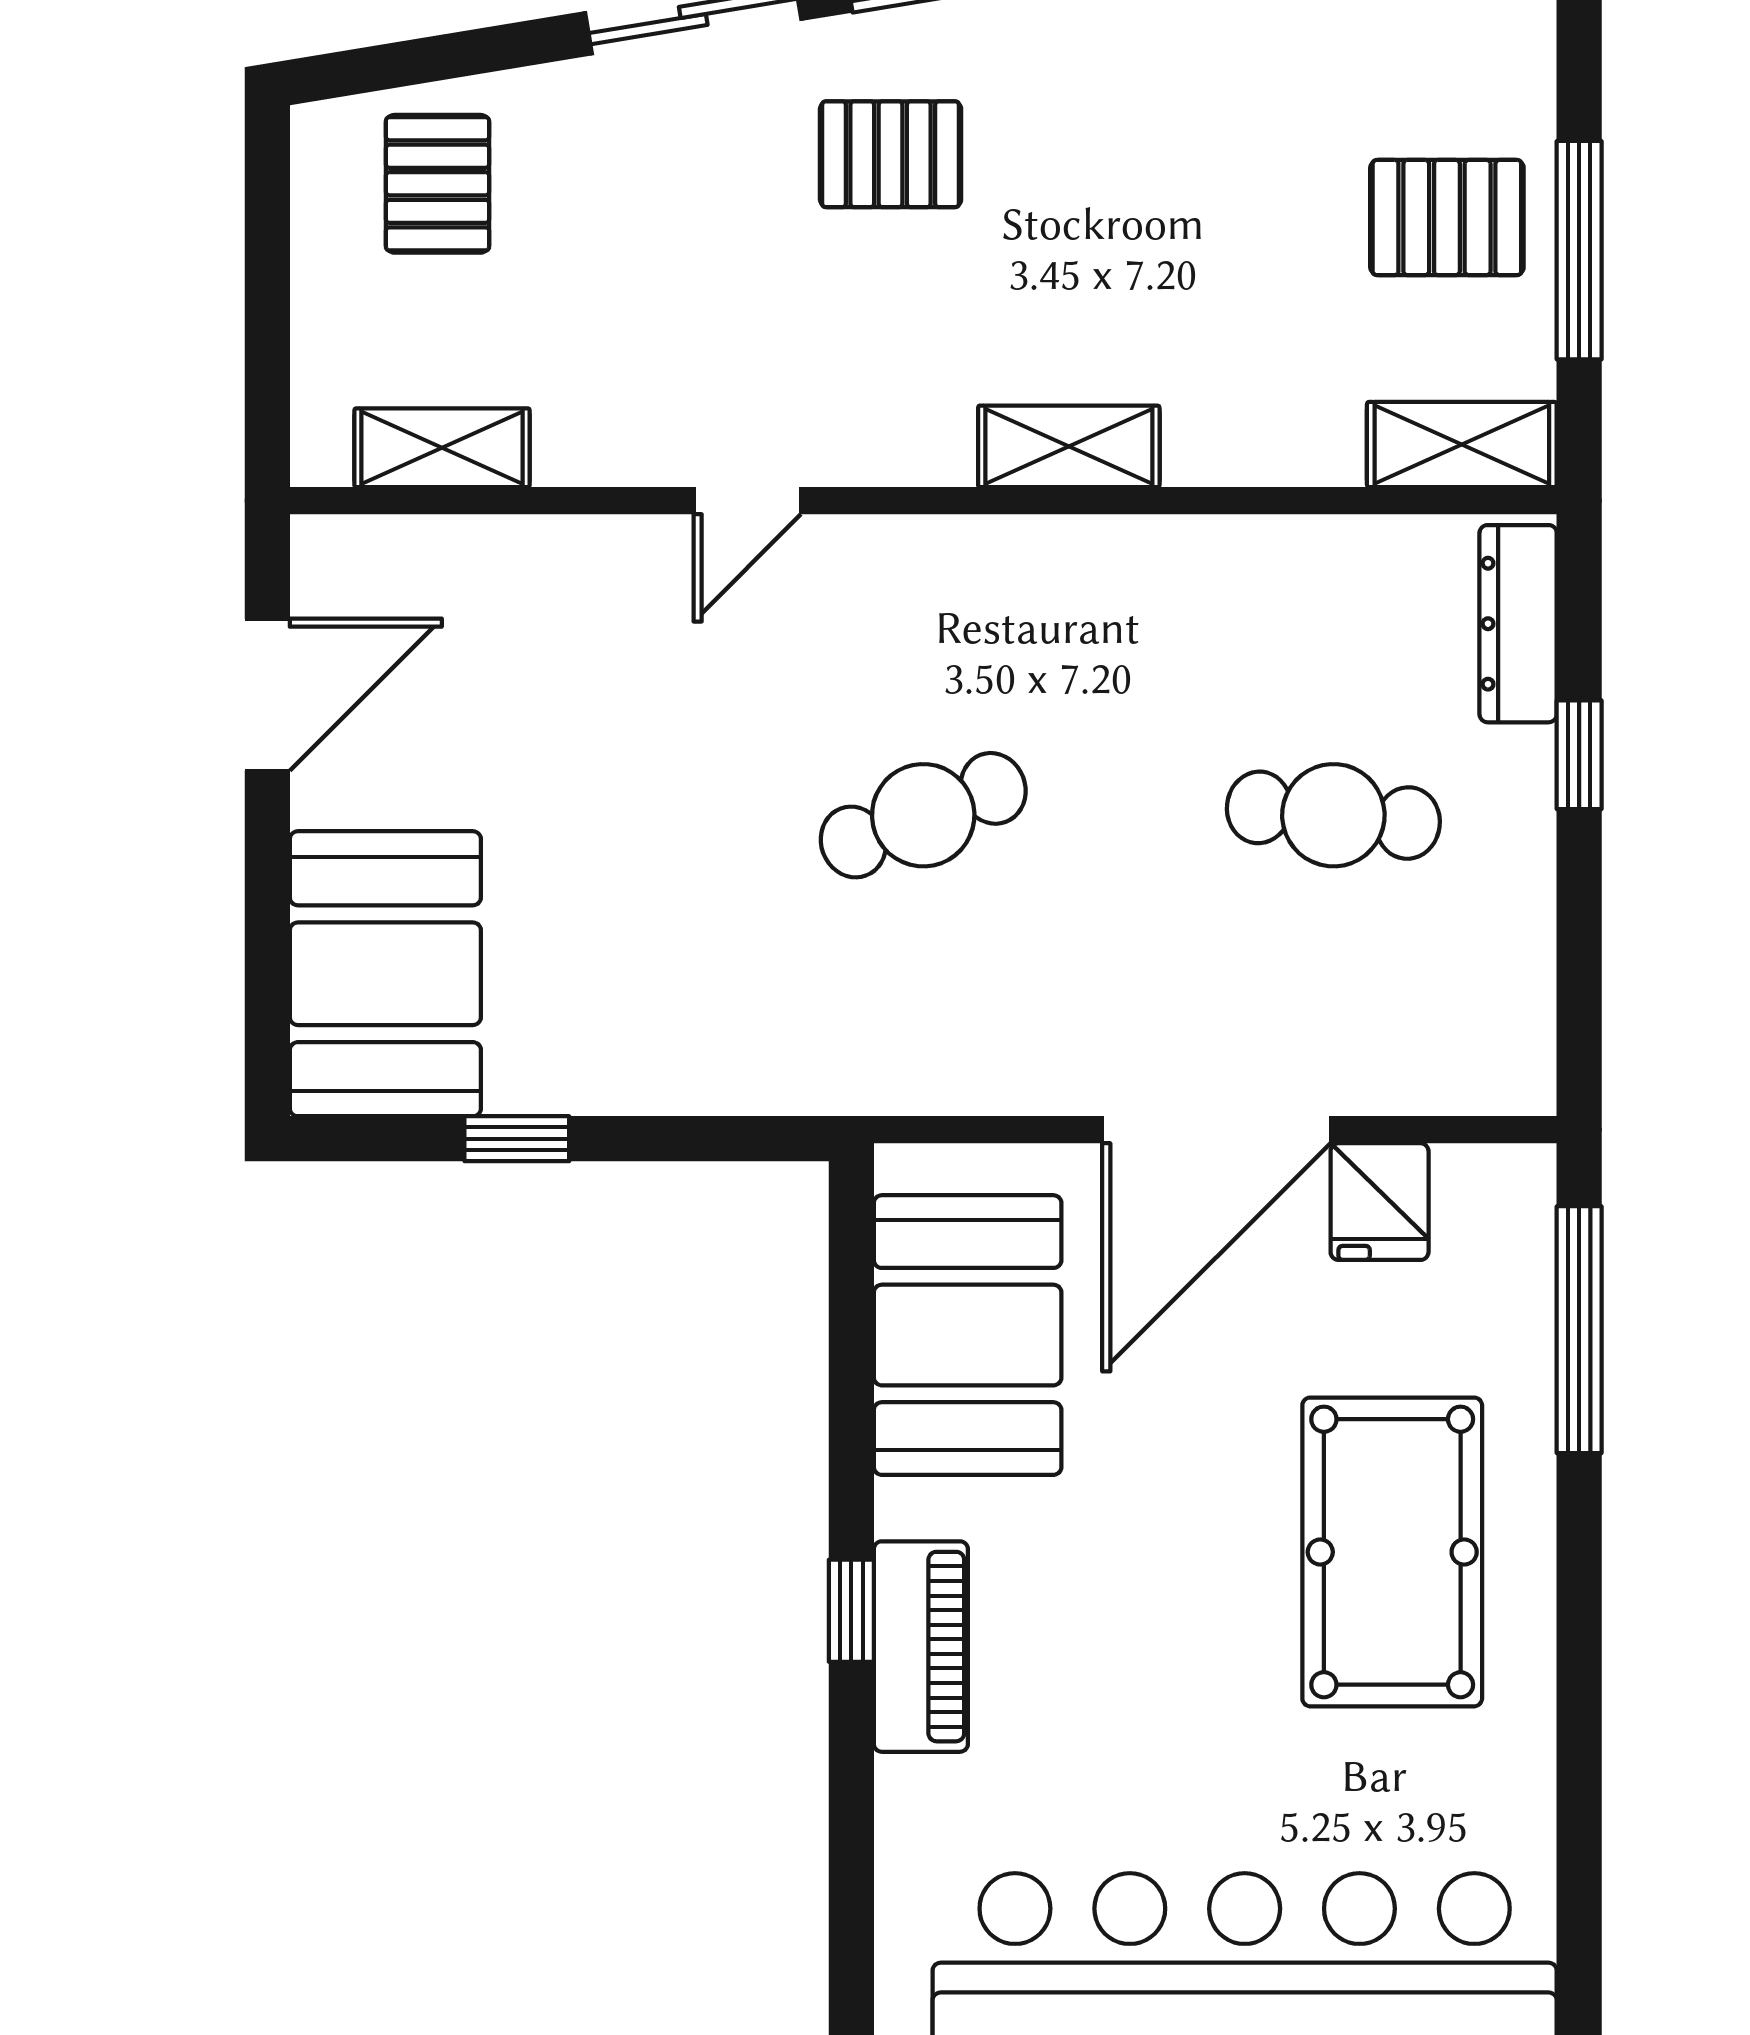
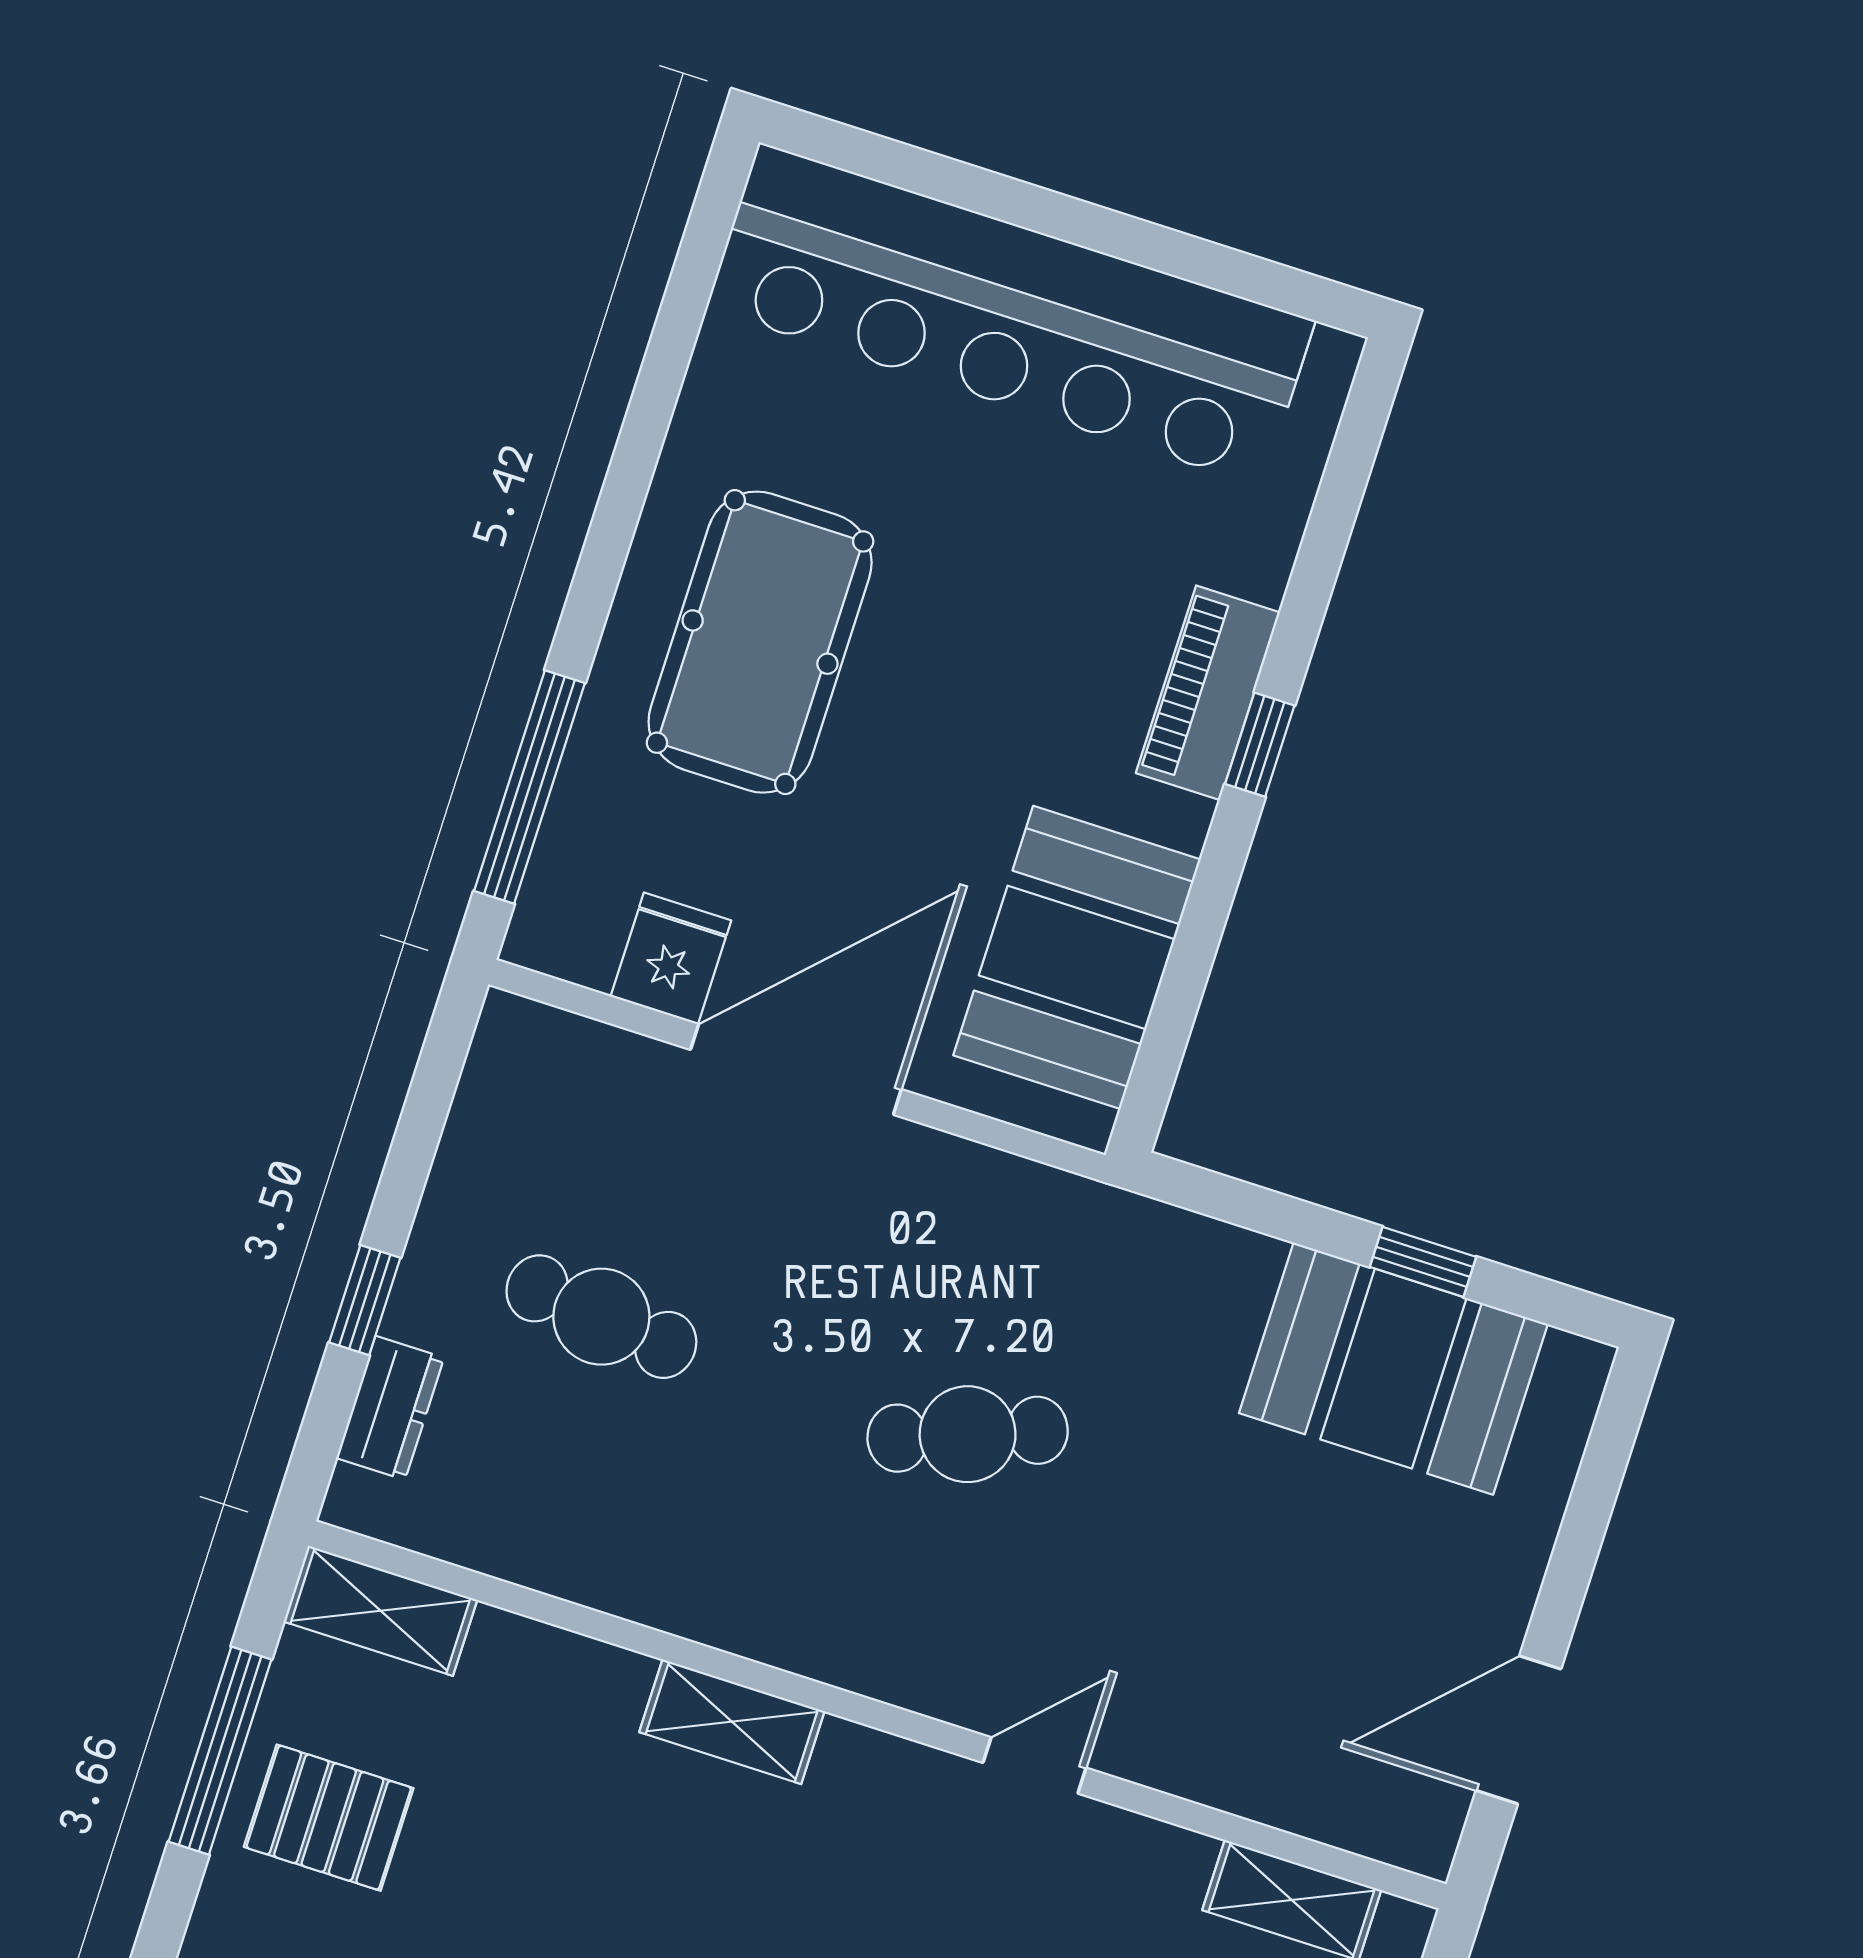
dresser: (1518, 624) -> (390, 1408), width x0.70
booth: (385, 974) -> (1393, 1369), moved, turned 90

